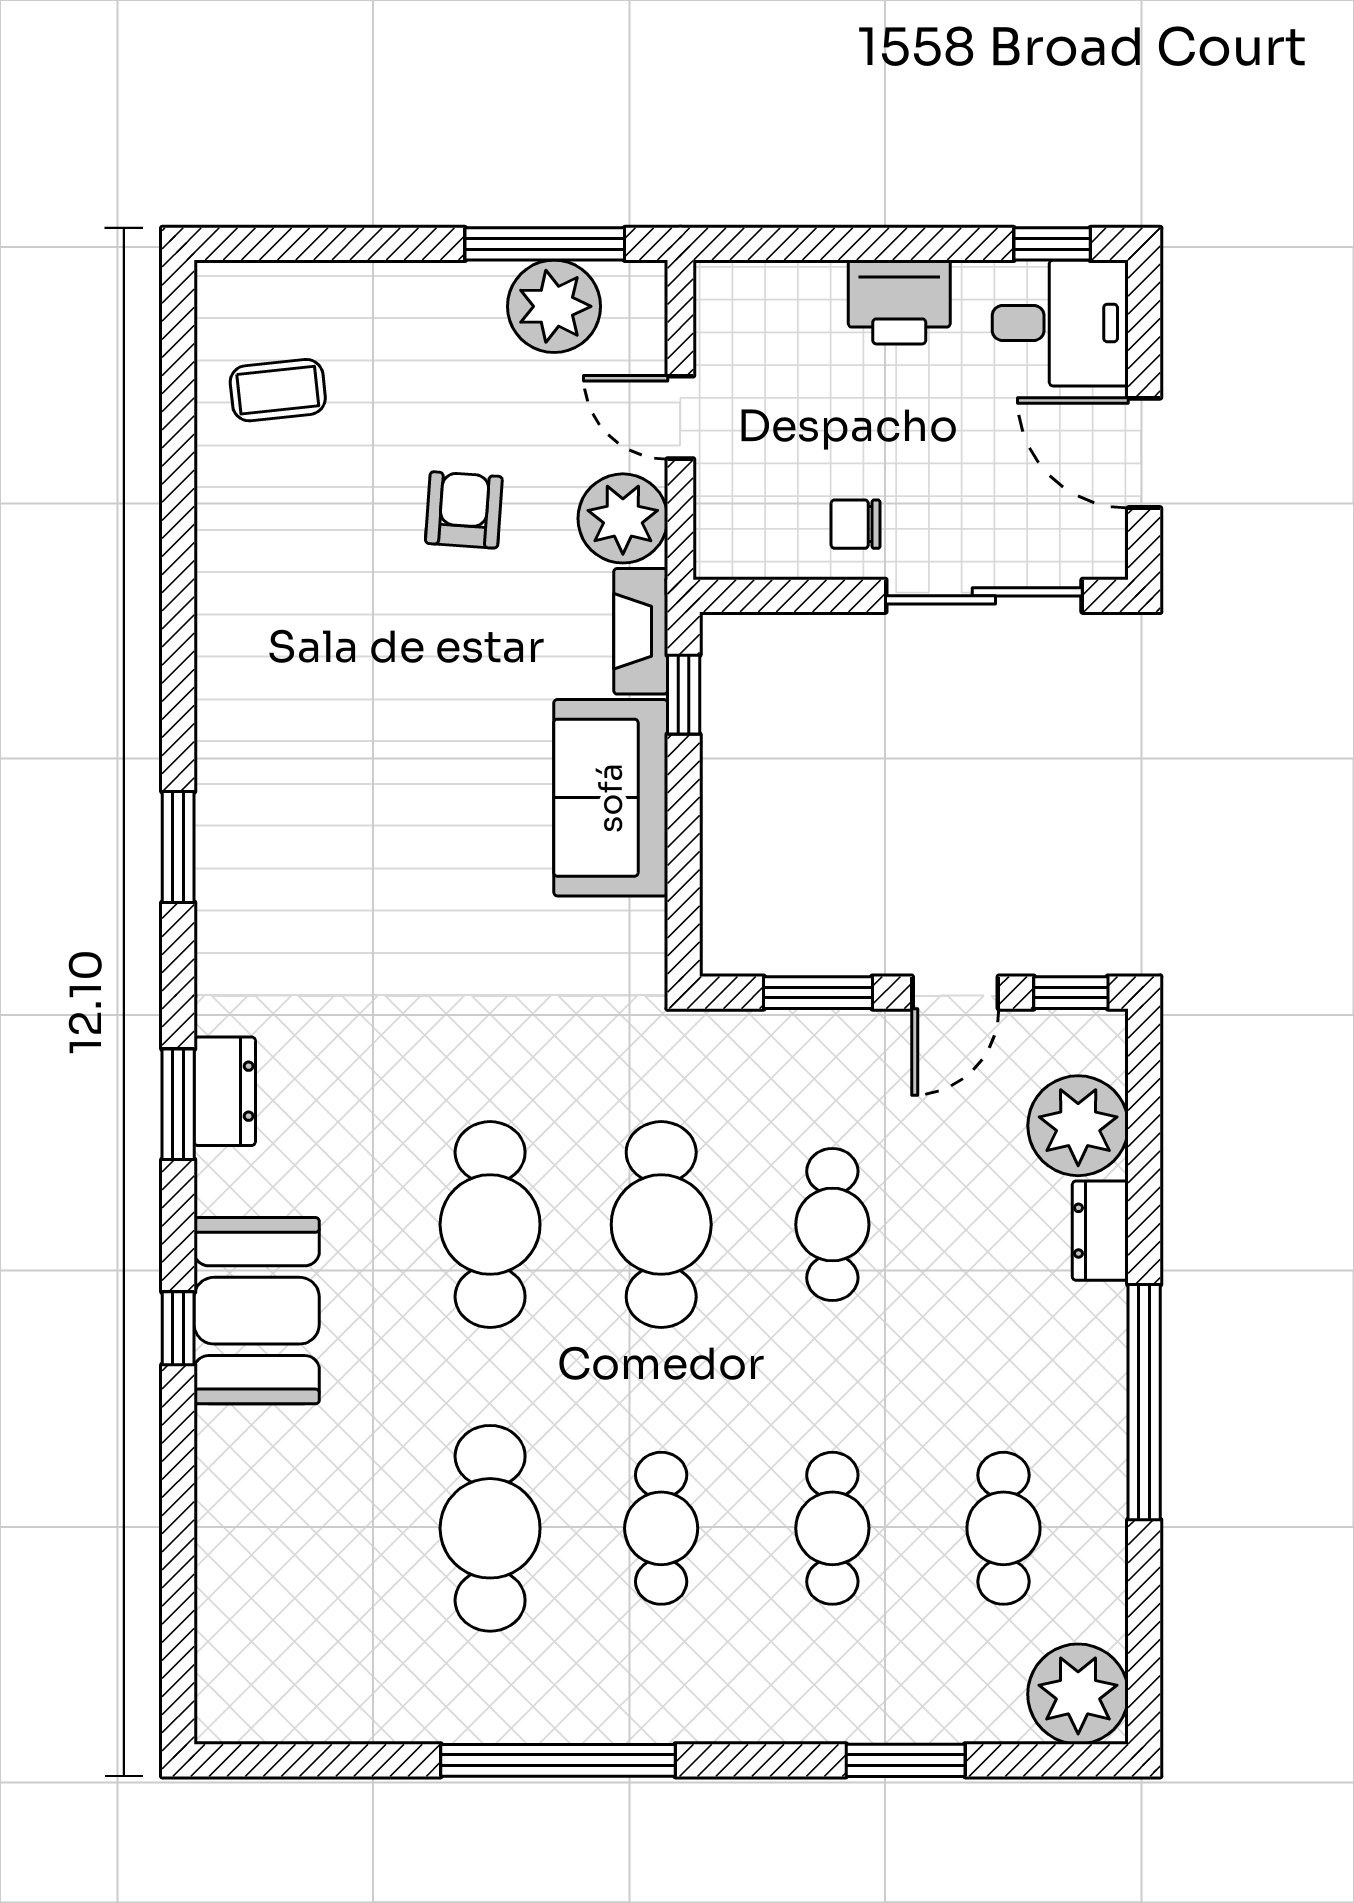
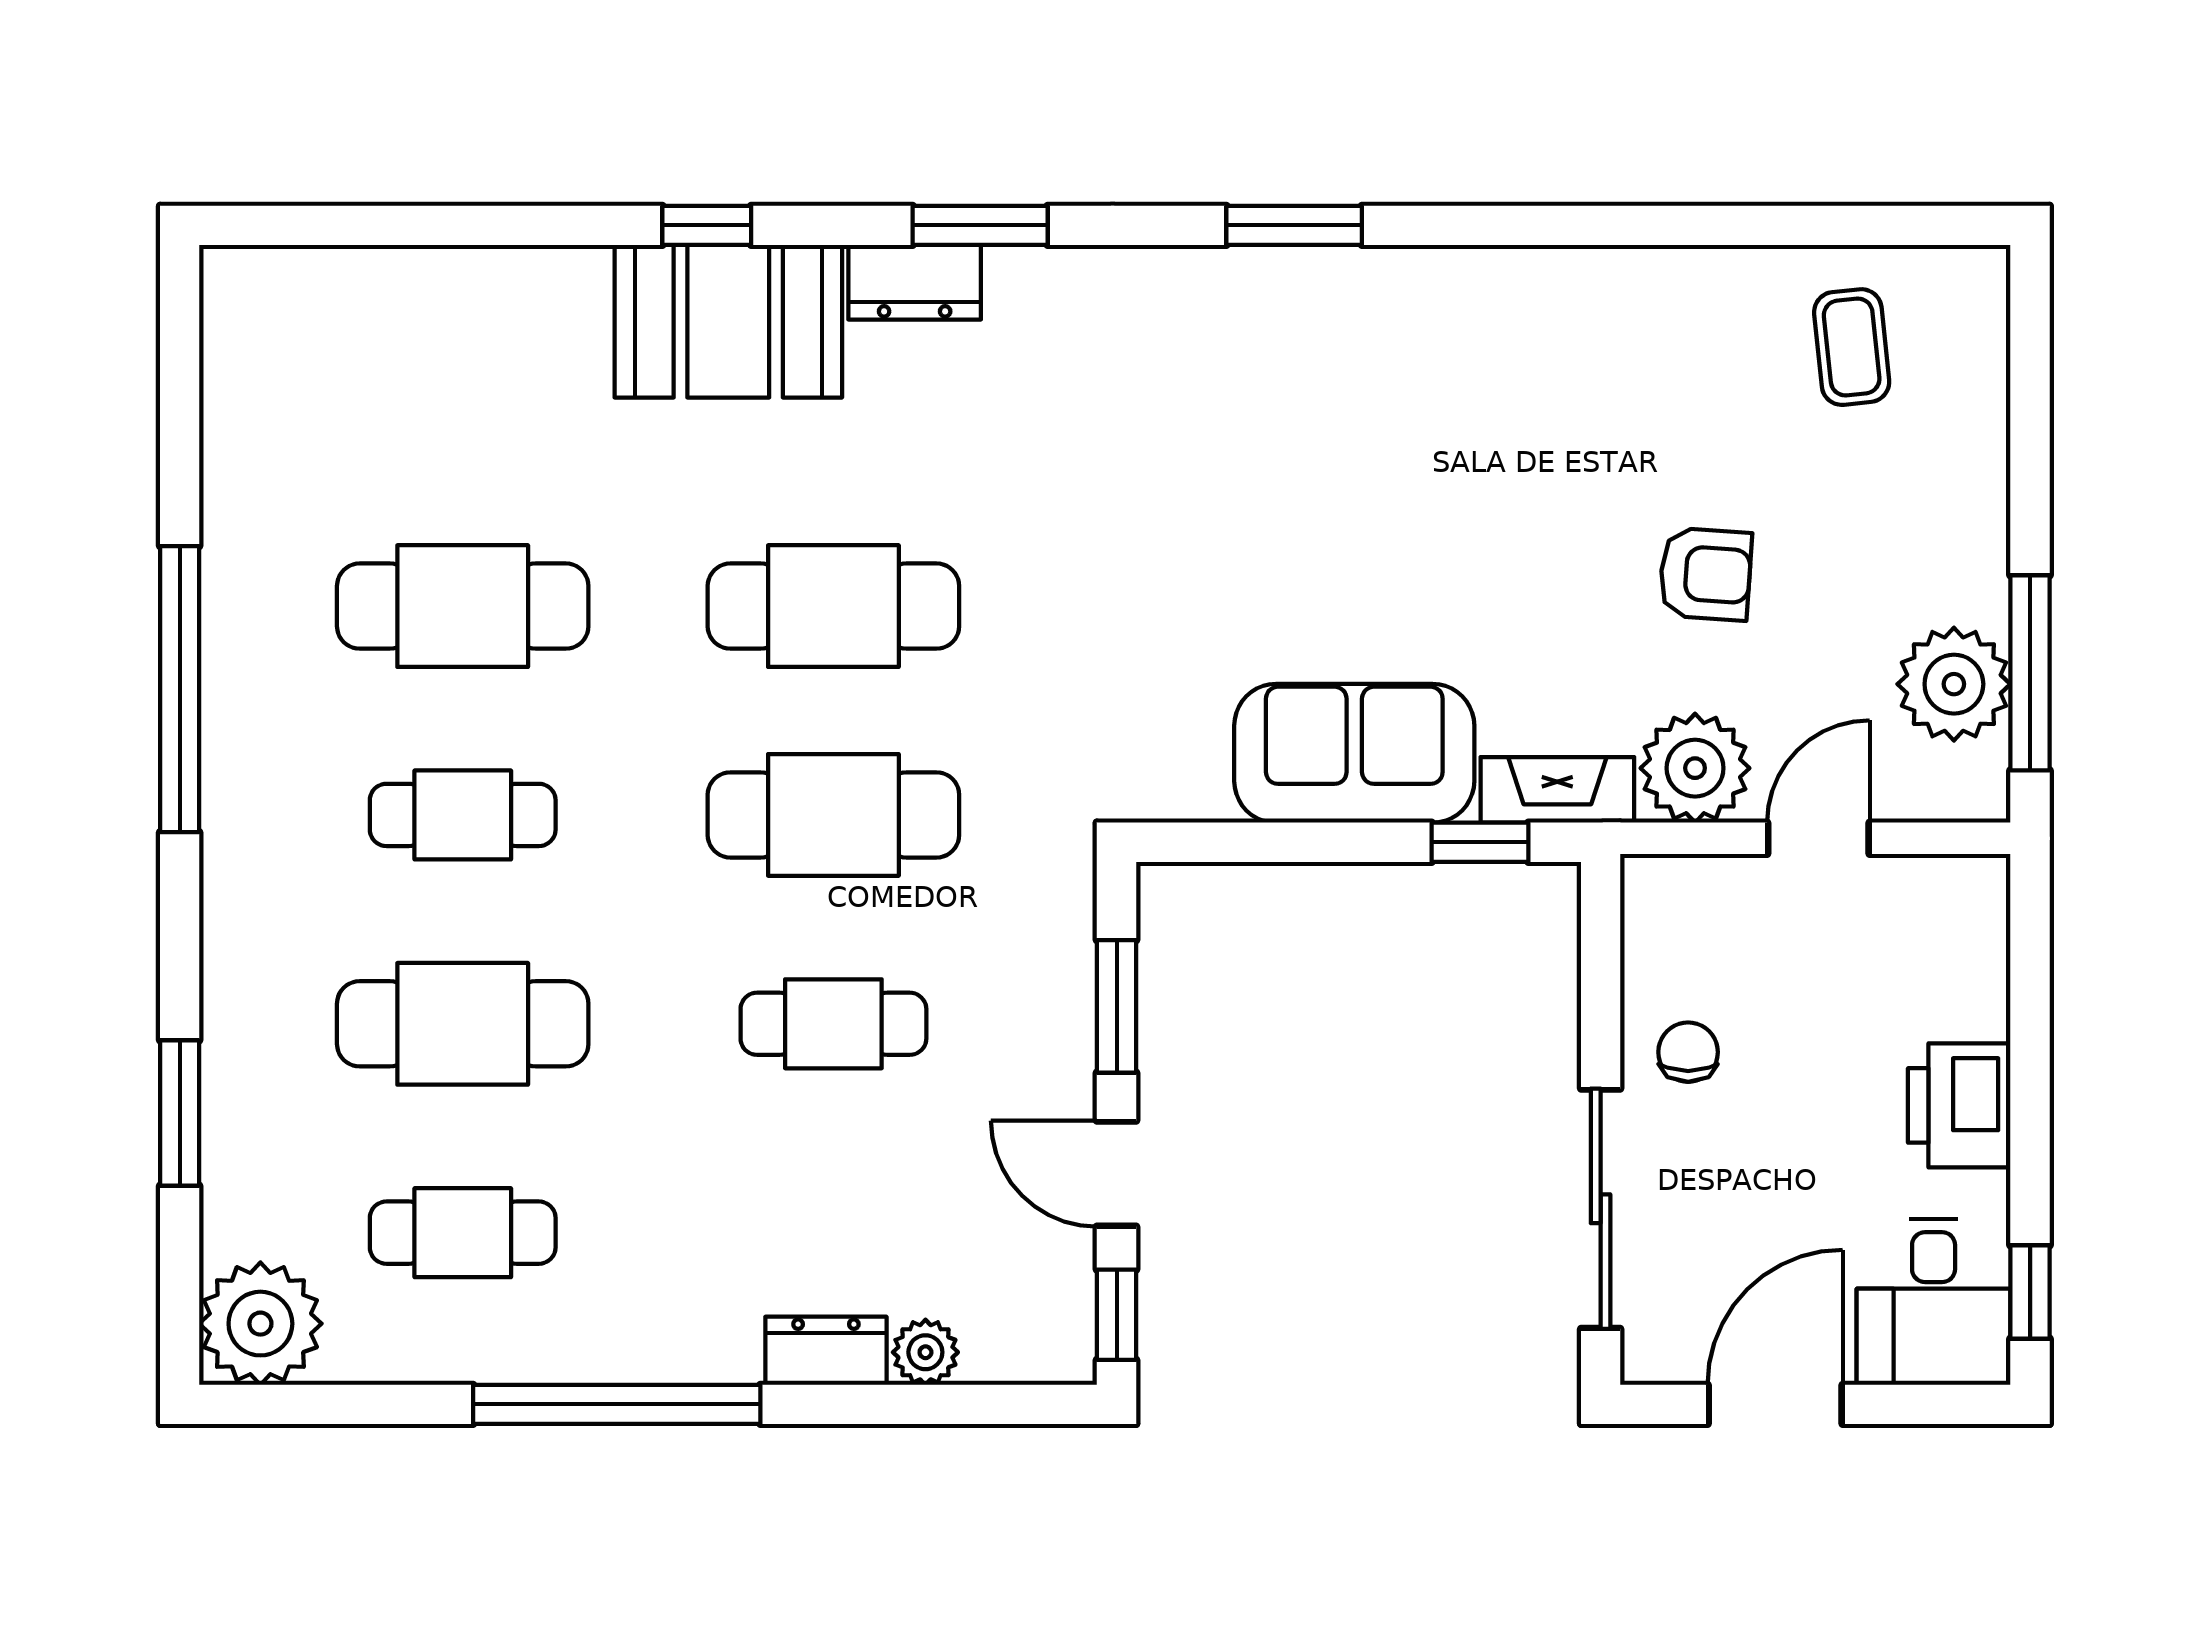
dresser: (225, 1091) -> (915, 282), moved
plant: (1078, 1126) -> (925, 1352), width x0.53, depth x0.53
cafe table: (832, 1528) -> (463, 1024), width x1.37, depth x1.35

